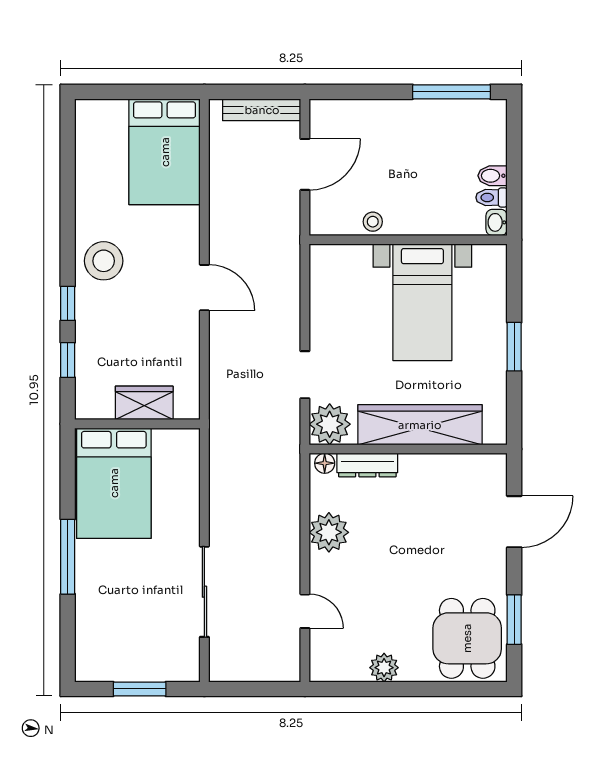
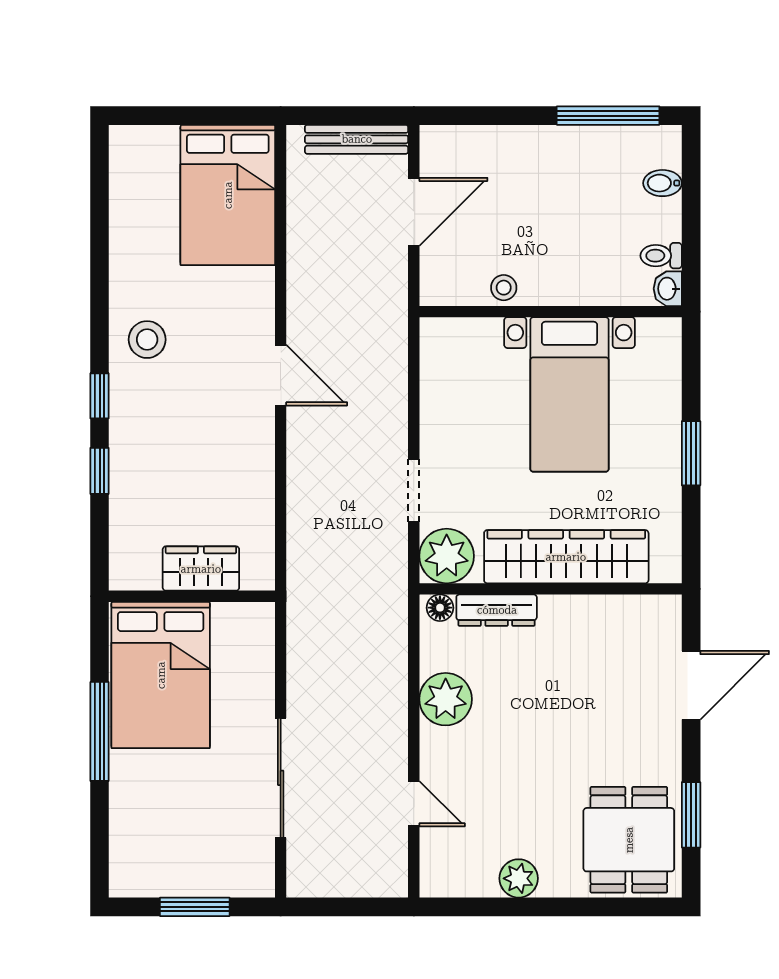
bidet: (493, 176) -> (662, 183), moved
stool: (104, 261) -> (147, 340), width x0.73, depth x0.73
wardrobe: (144, 403) -> (201, 569), moved
wall: (137, 424) -> (192, 596), moved
bed: (114, 483) -> (161, 675), moved

